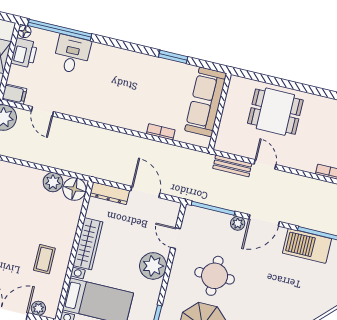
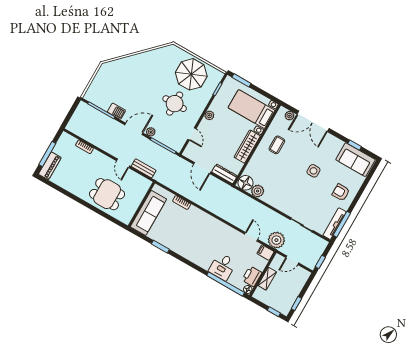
barbecue: (307, 246) -> (116, 111), width x0.53, depth x0.65
plant: (153, 266) -> (209, 115), width x0.53, depth x0.53

